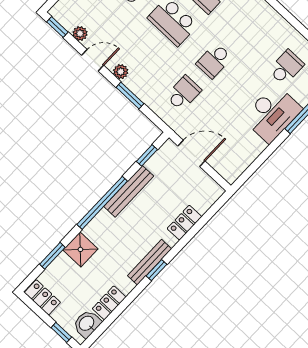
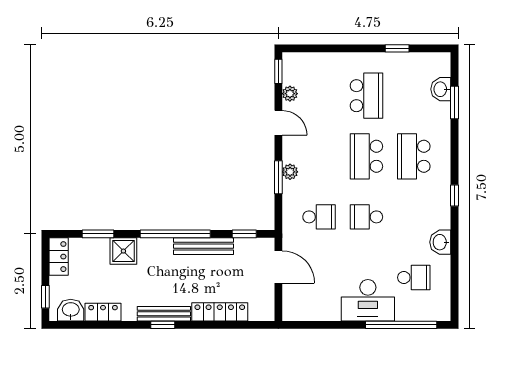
washbasin: (279, 26) -> (440, 242), added
plant: (121, 72) -> (290, 172), moved
locker: (184, 223) -> (220, 312), width x1.53

